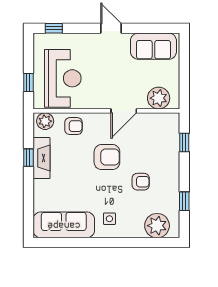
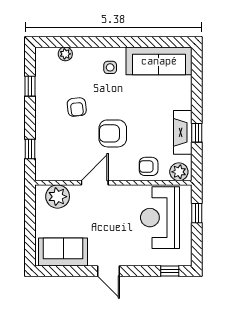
armchair: (141, 182) -> (77, 107), turned -96
plant: (157, 226) -> (65, 54), width x0.53, depth x0.53

